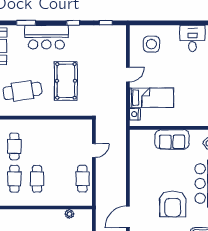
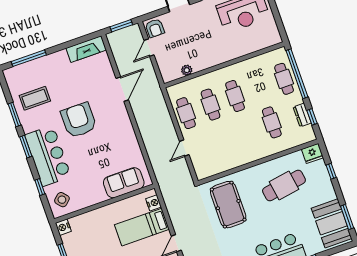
pool table: (66, 81) -> (228, 205), moved
sofa: (172, 139) -> (124, 183), moved
cafe table: (14, 179) -> (211, 105), moved

